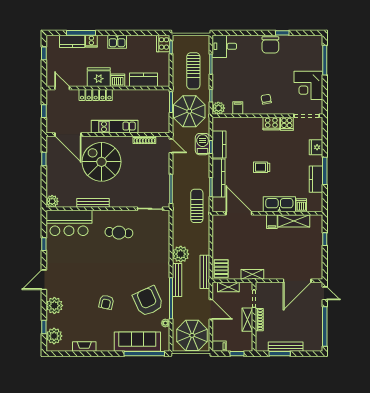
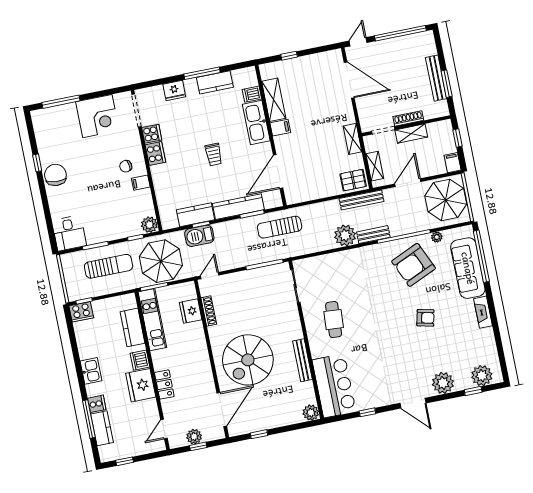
chair: (270, 45) -> (55, 175), turned -86
locker: (96, 95) -> (164, 384), width x0.66
filing cabinet: (238, 108) -> (141, 183), moved
plant: (52, 110) -> (194, 437), added
fridge: (147, 126) -> (191, 311), added
kitchen unit: (115, 127) -> (152, 320), moved, turned 180
bench: (177, 280) -> (373, 235), width x0.73
fireplace: (84, 346) -> (483, 312), moved

